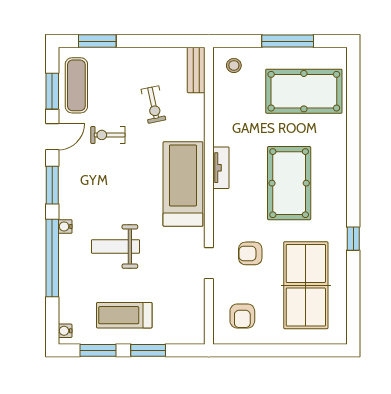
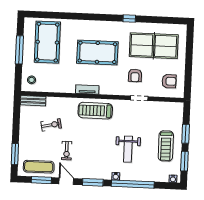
treadmill: (183, 184) -> (95, 111), width x0.73, depth x0.73

